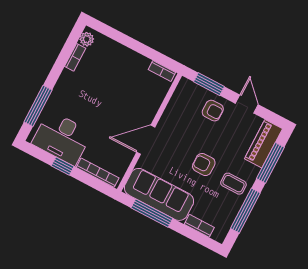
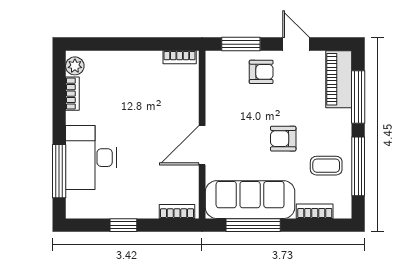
desk: (62, 138) -> (91, 158), moved, turned 90
bookcase: (98, 173) -> (177, 211), width x0.64
coffee table: (233, 184) -> (326, 166), moved

